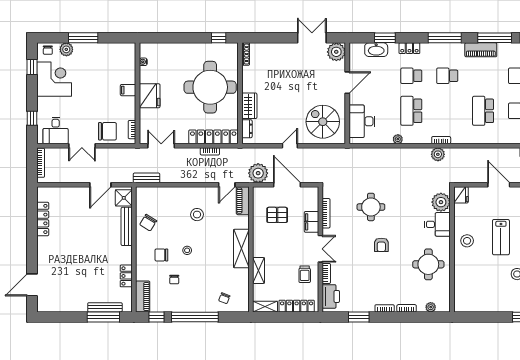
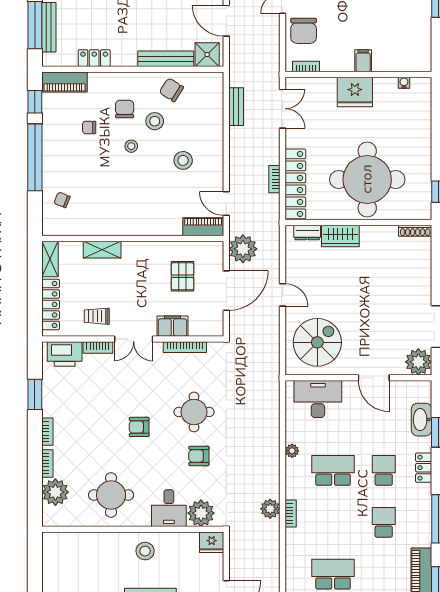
bench: (146, 178) -> (236, 107), moved
armchair: (401, 204) -> (199, 456), added
stool: (170, 234) -> (155, 121), added
shelving: (241, 249) -> (134, 225), removed
plant: (431, 307) -> (55, 492), width x1.88, depth x1.88

